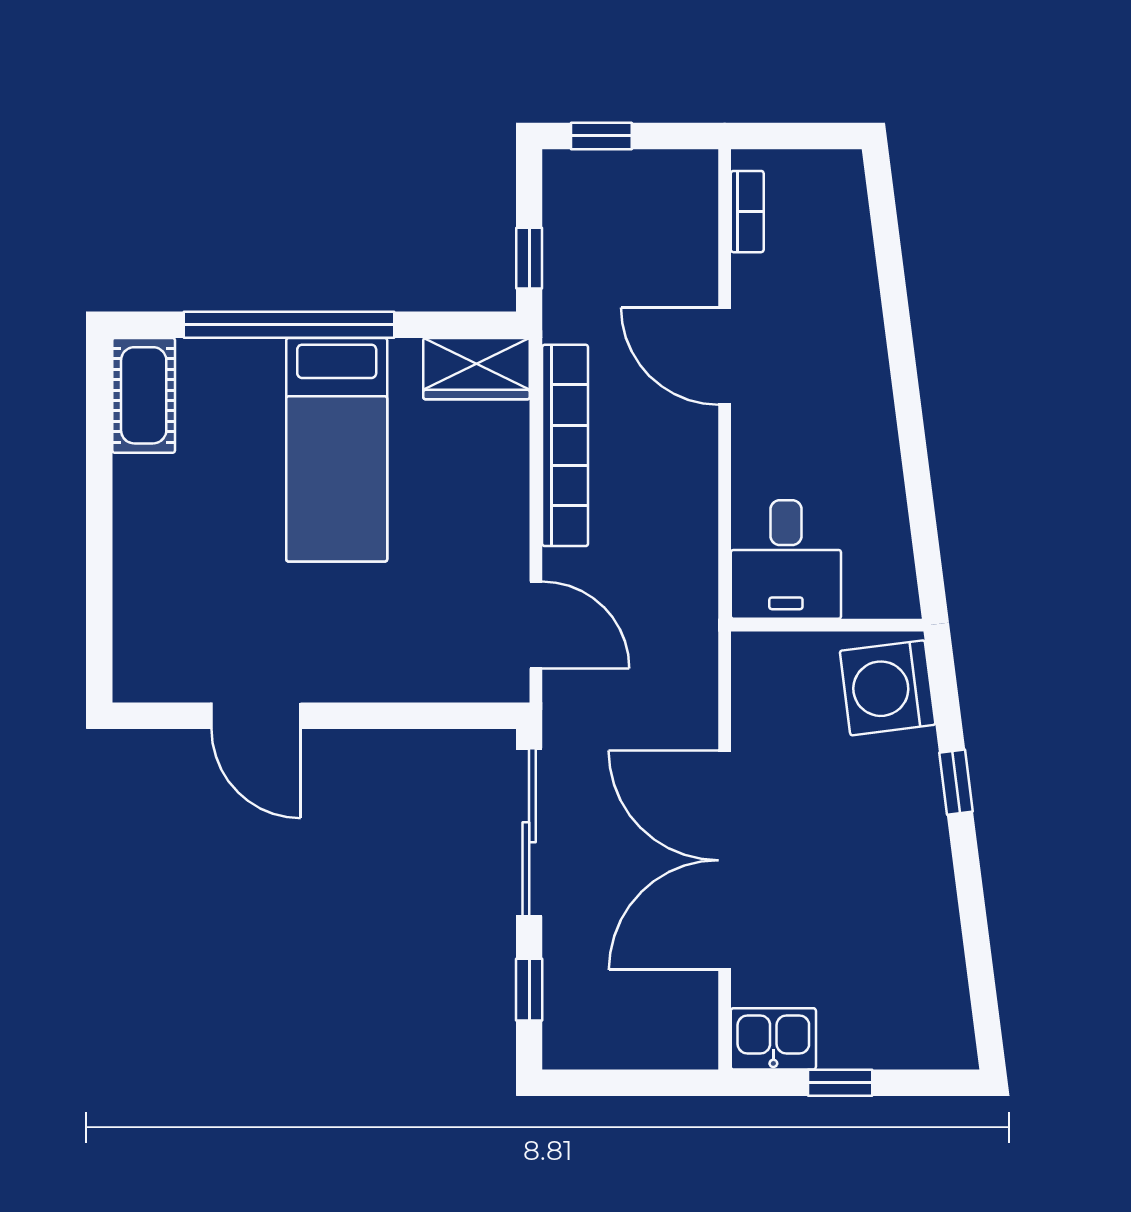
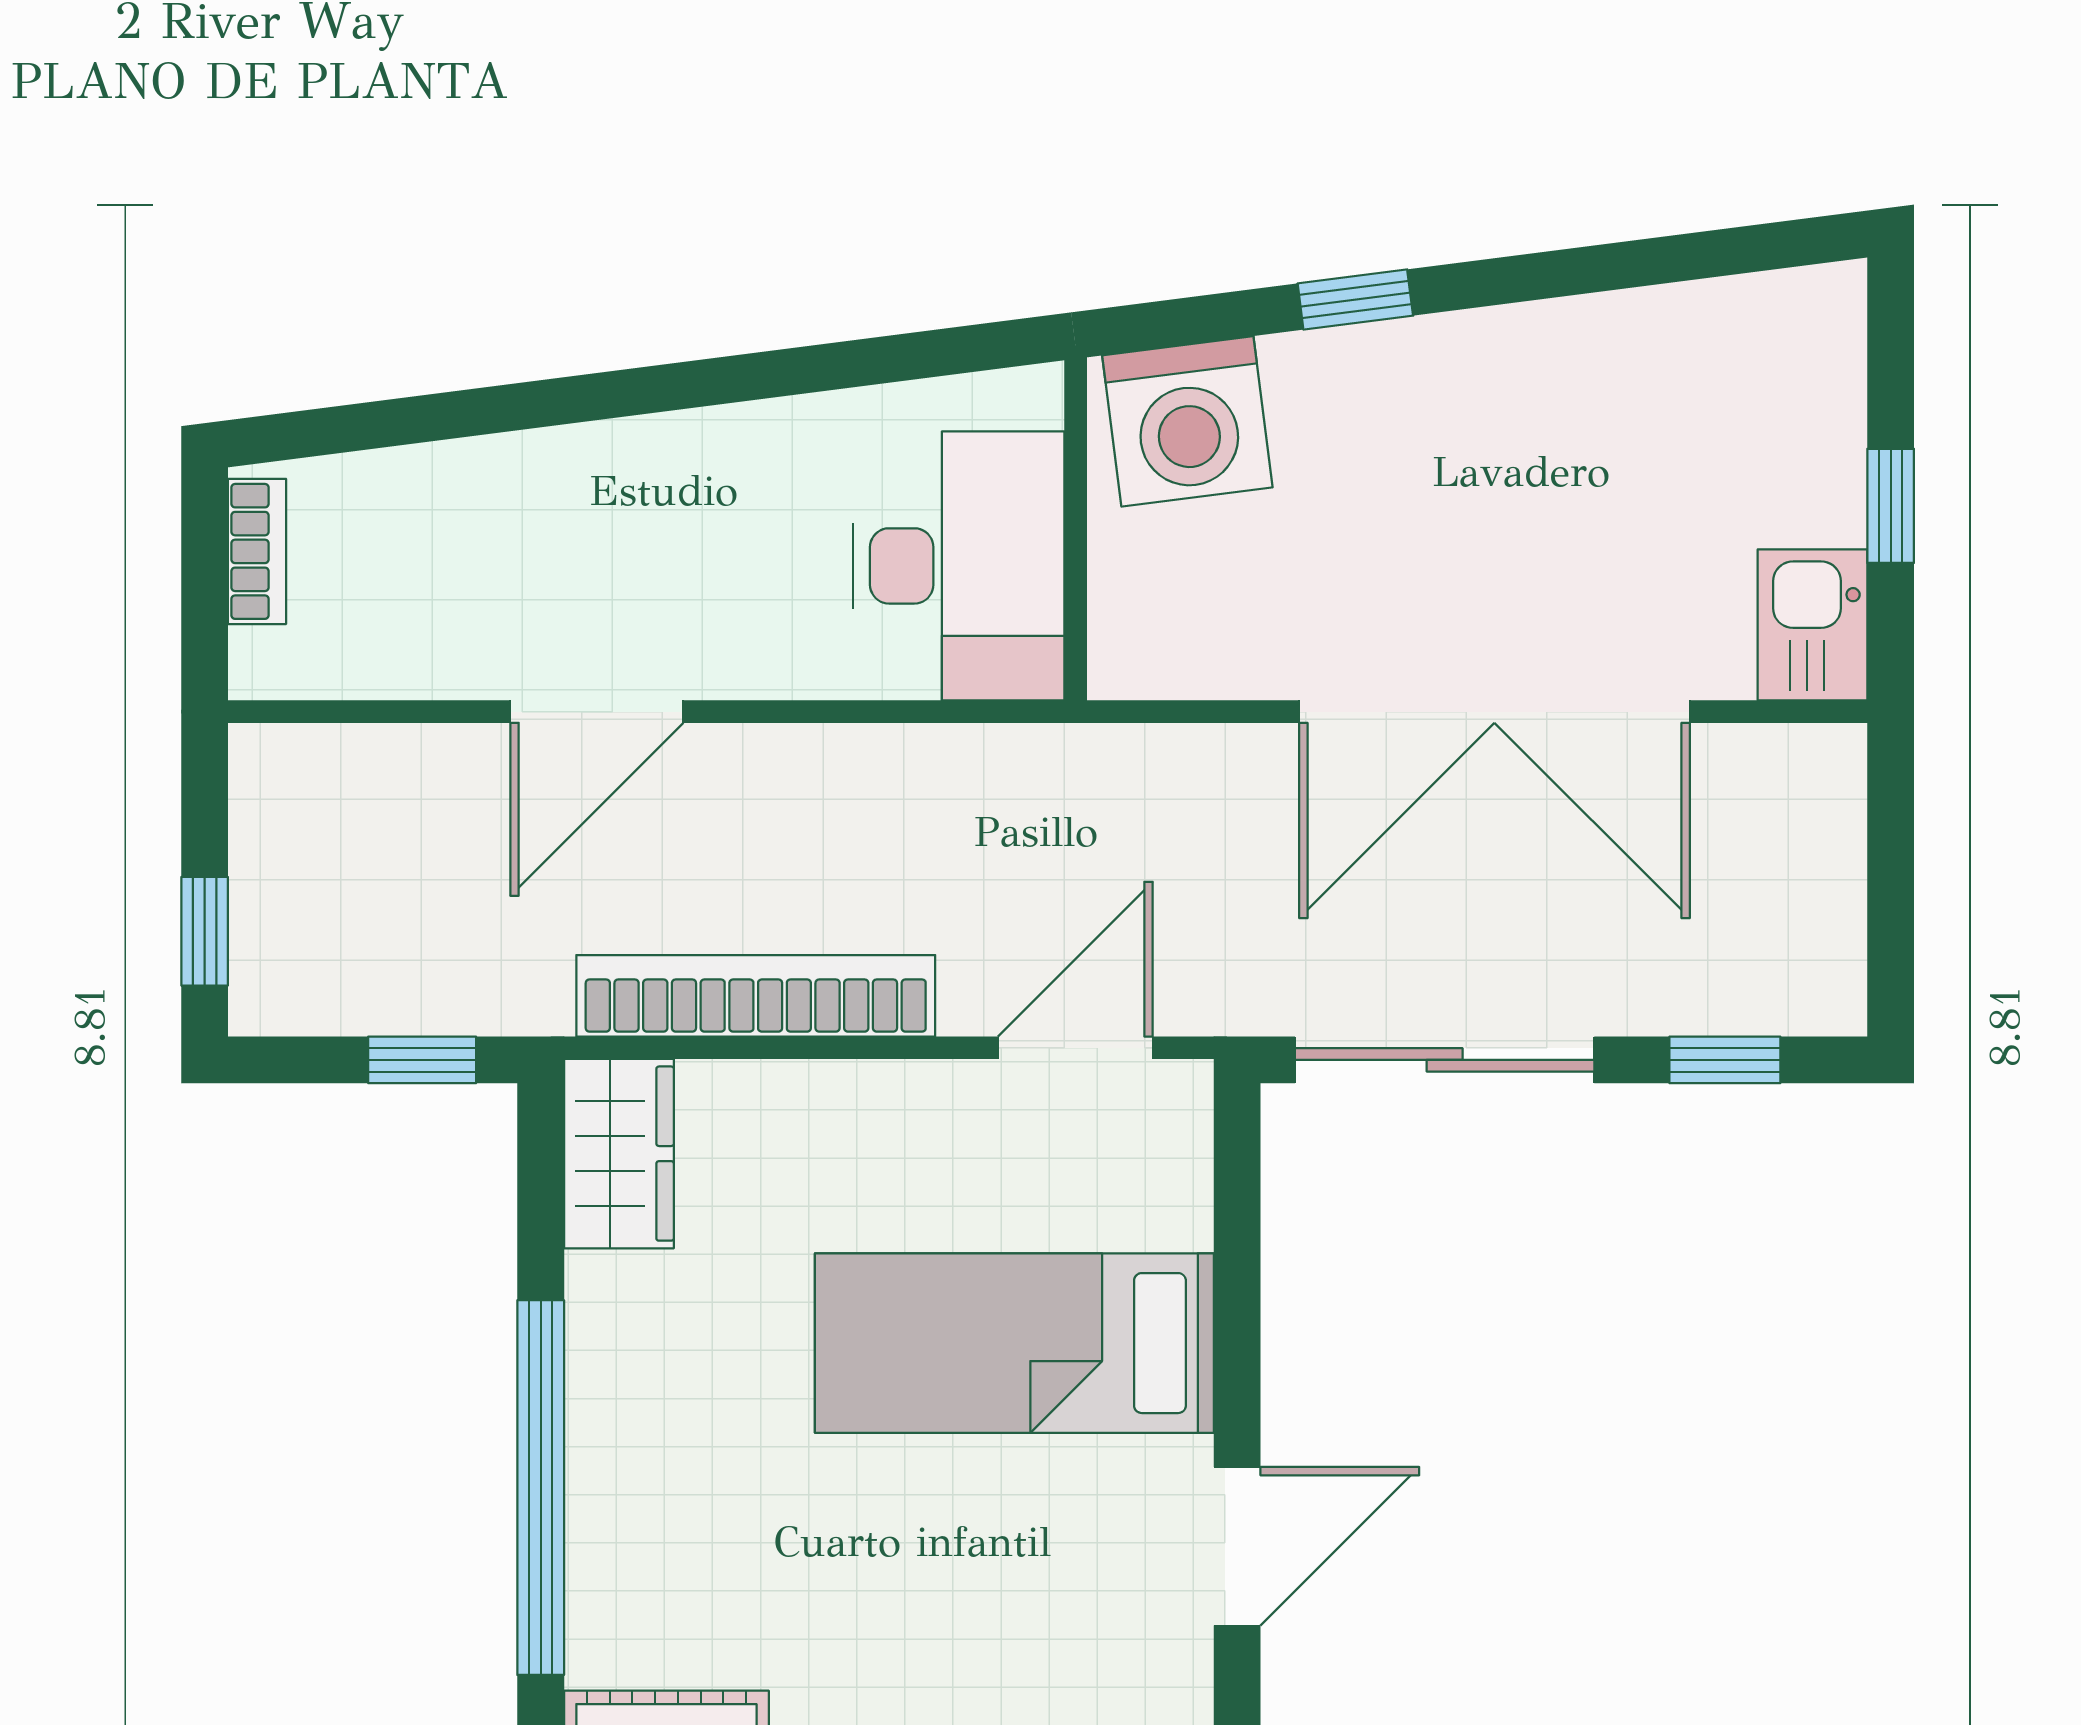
bookcase: (747, 212) -> (257, 551), moved, turned 90
bed: (337, 450) -> (1014, 1343), moved, turned 180
desk: (786, 559) -> (959, 566), width x1.37

